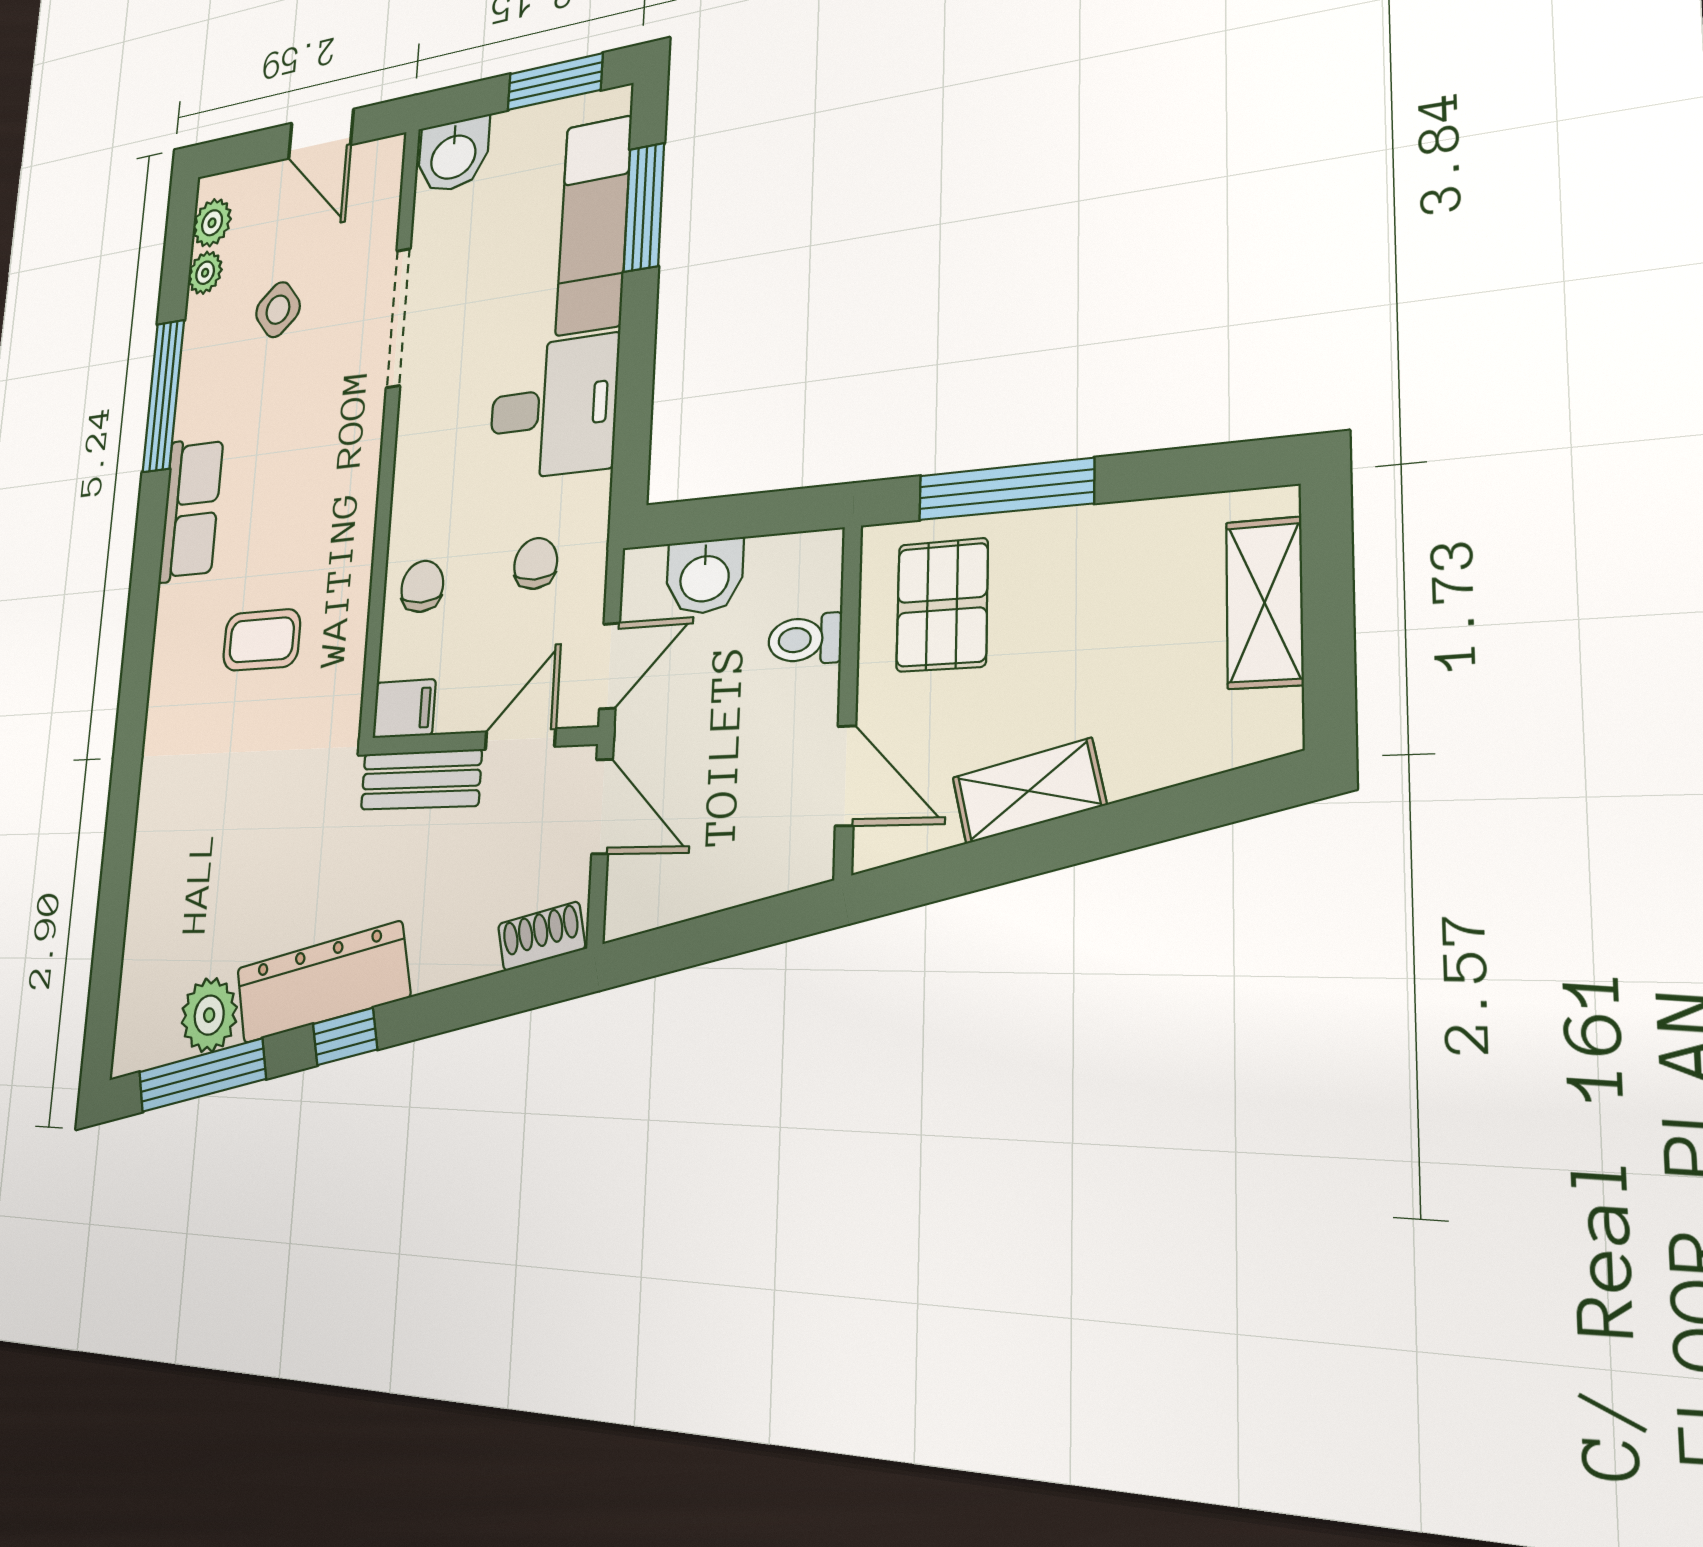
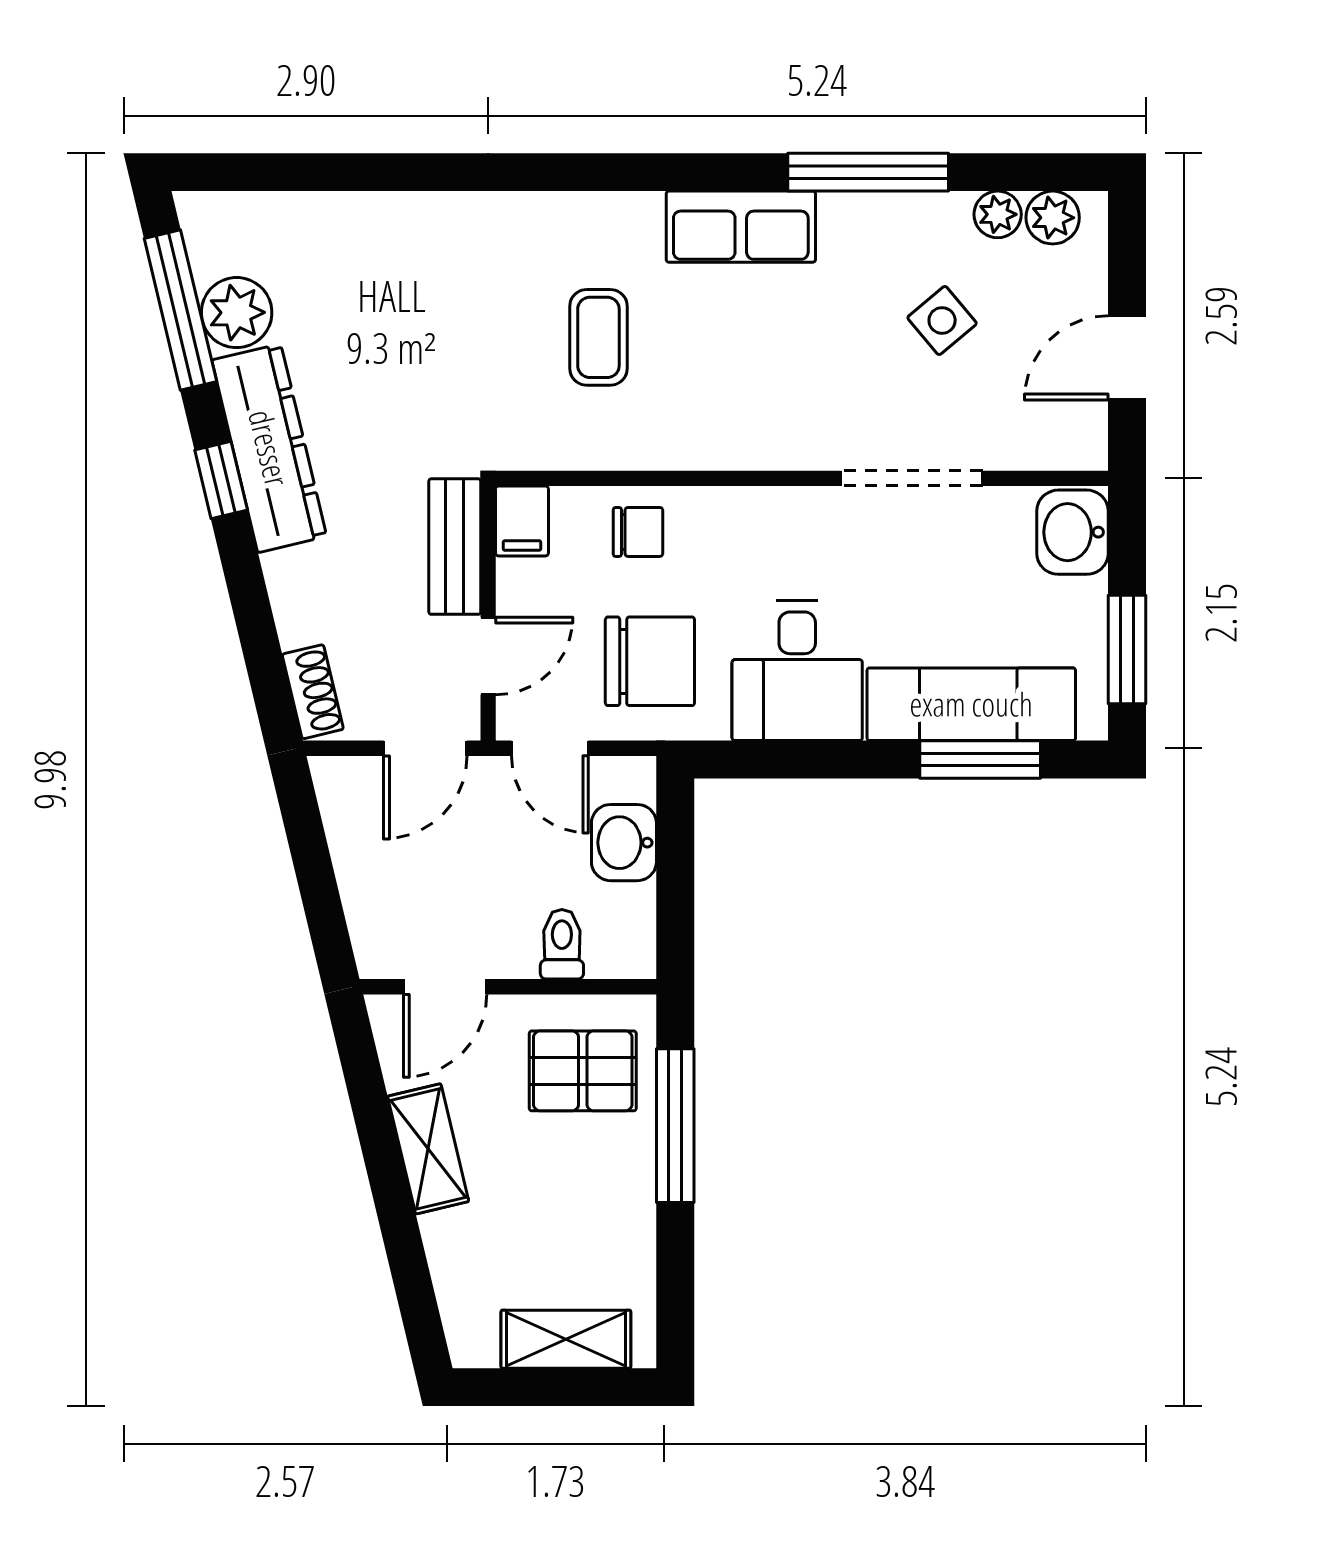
chair: (536, 563) -> (650, 661), width x1.87, depth x1.87
door: (520, 739) -> (488, 656), hinge flipped

